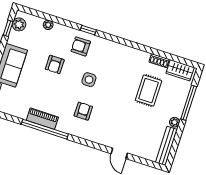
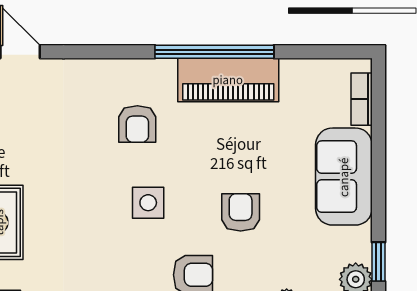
piano: (42, 119) -> (228, 80), width x1.37, depth x1.33

